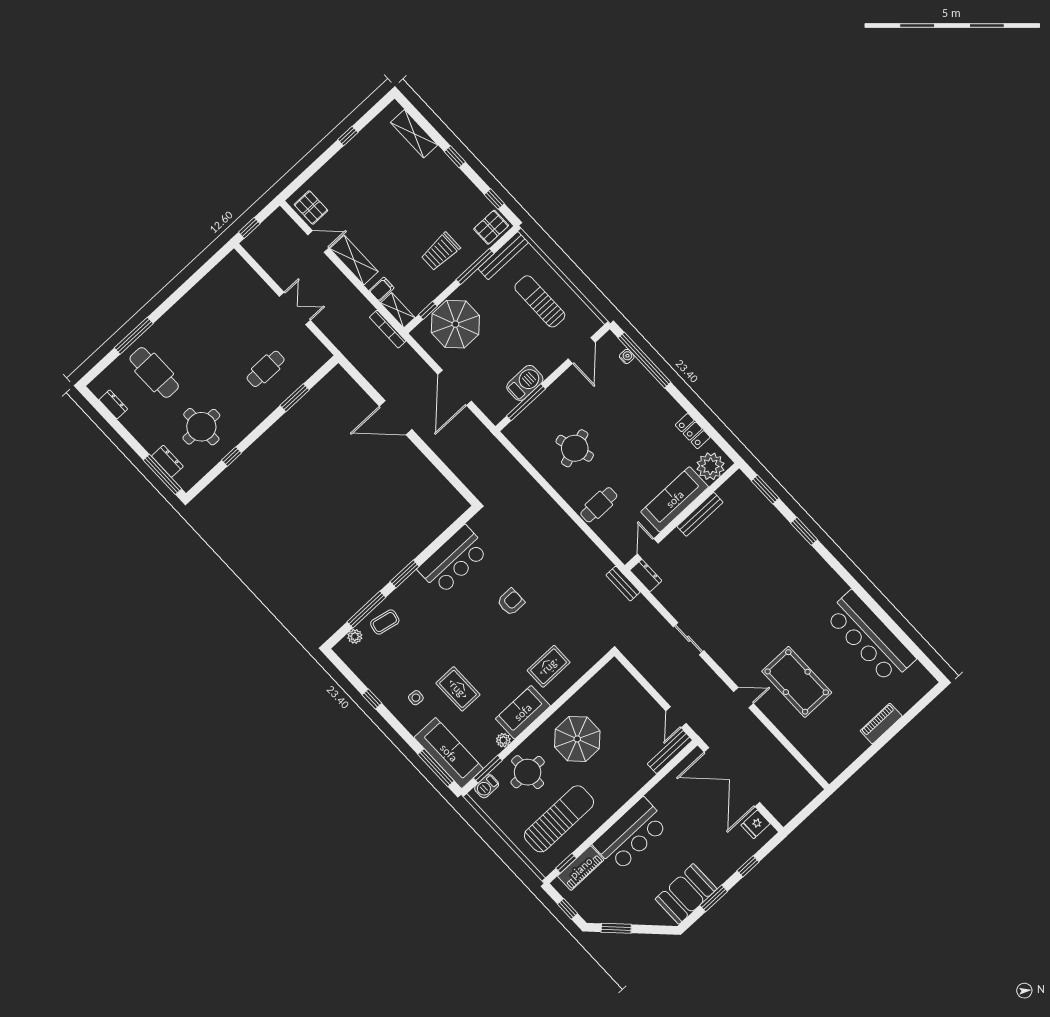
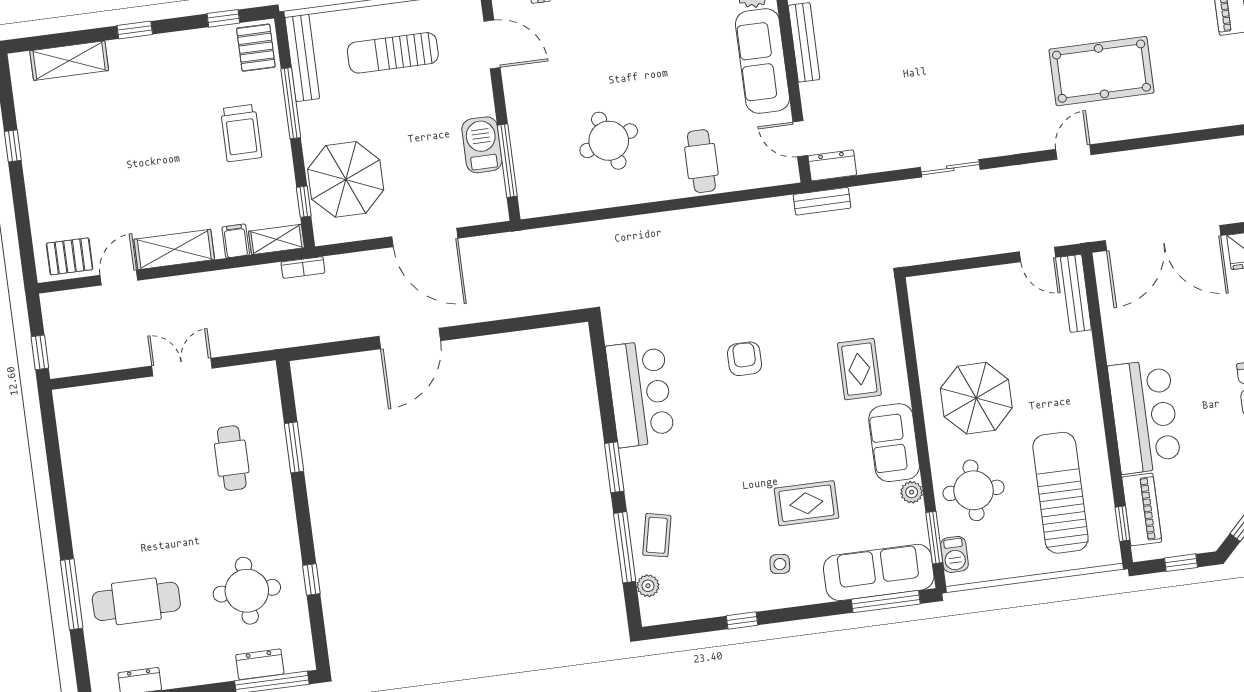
bookcase: (388, 329) -> (303, 267), width x0.64

